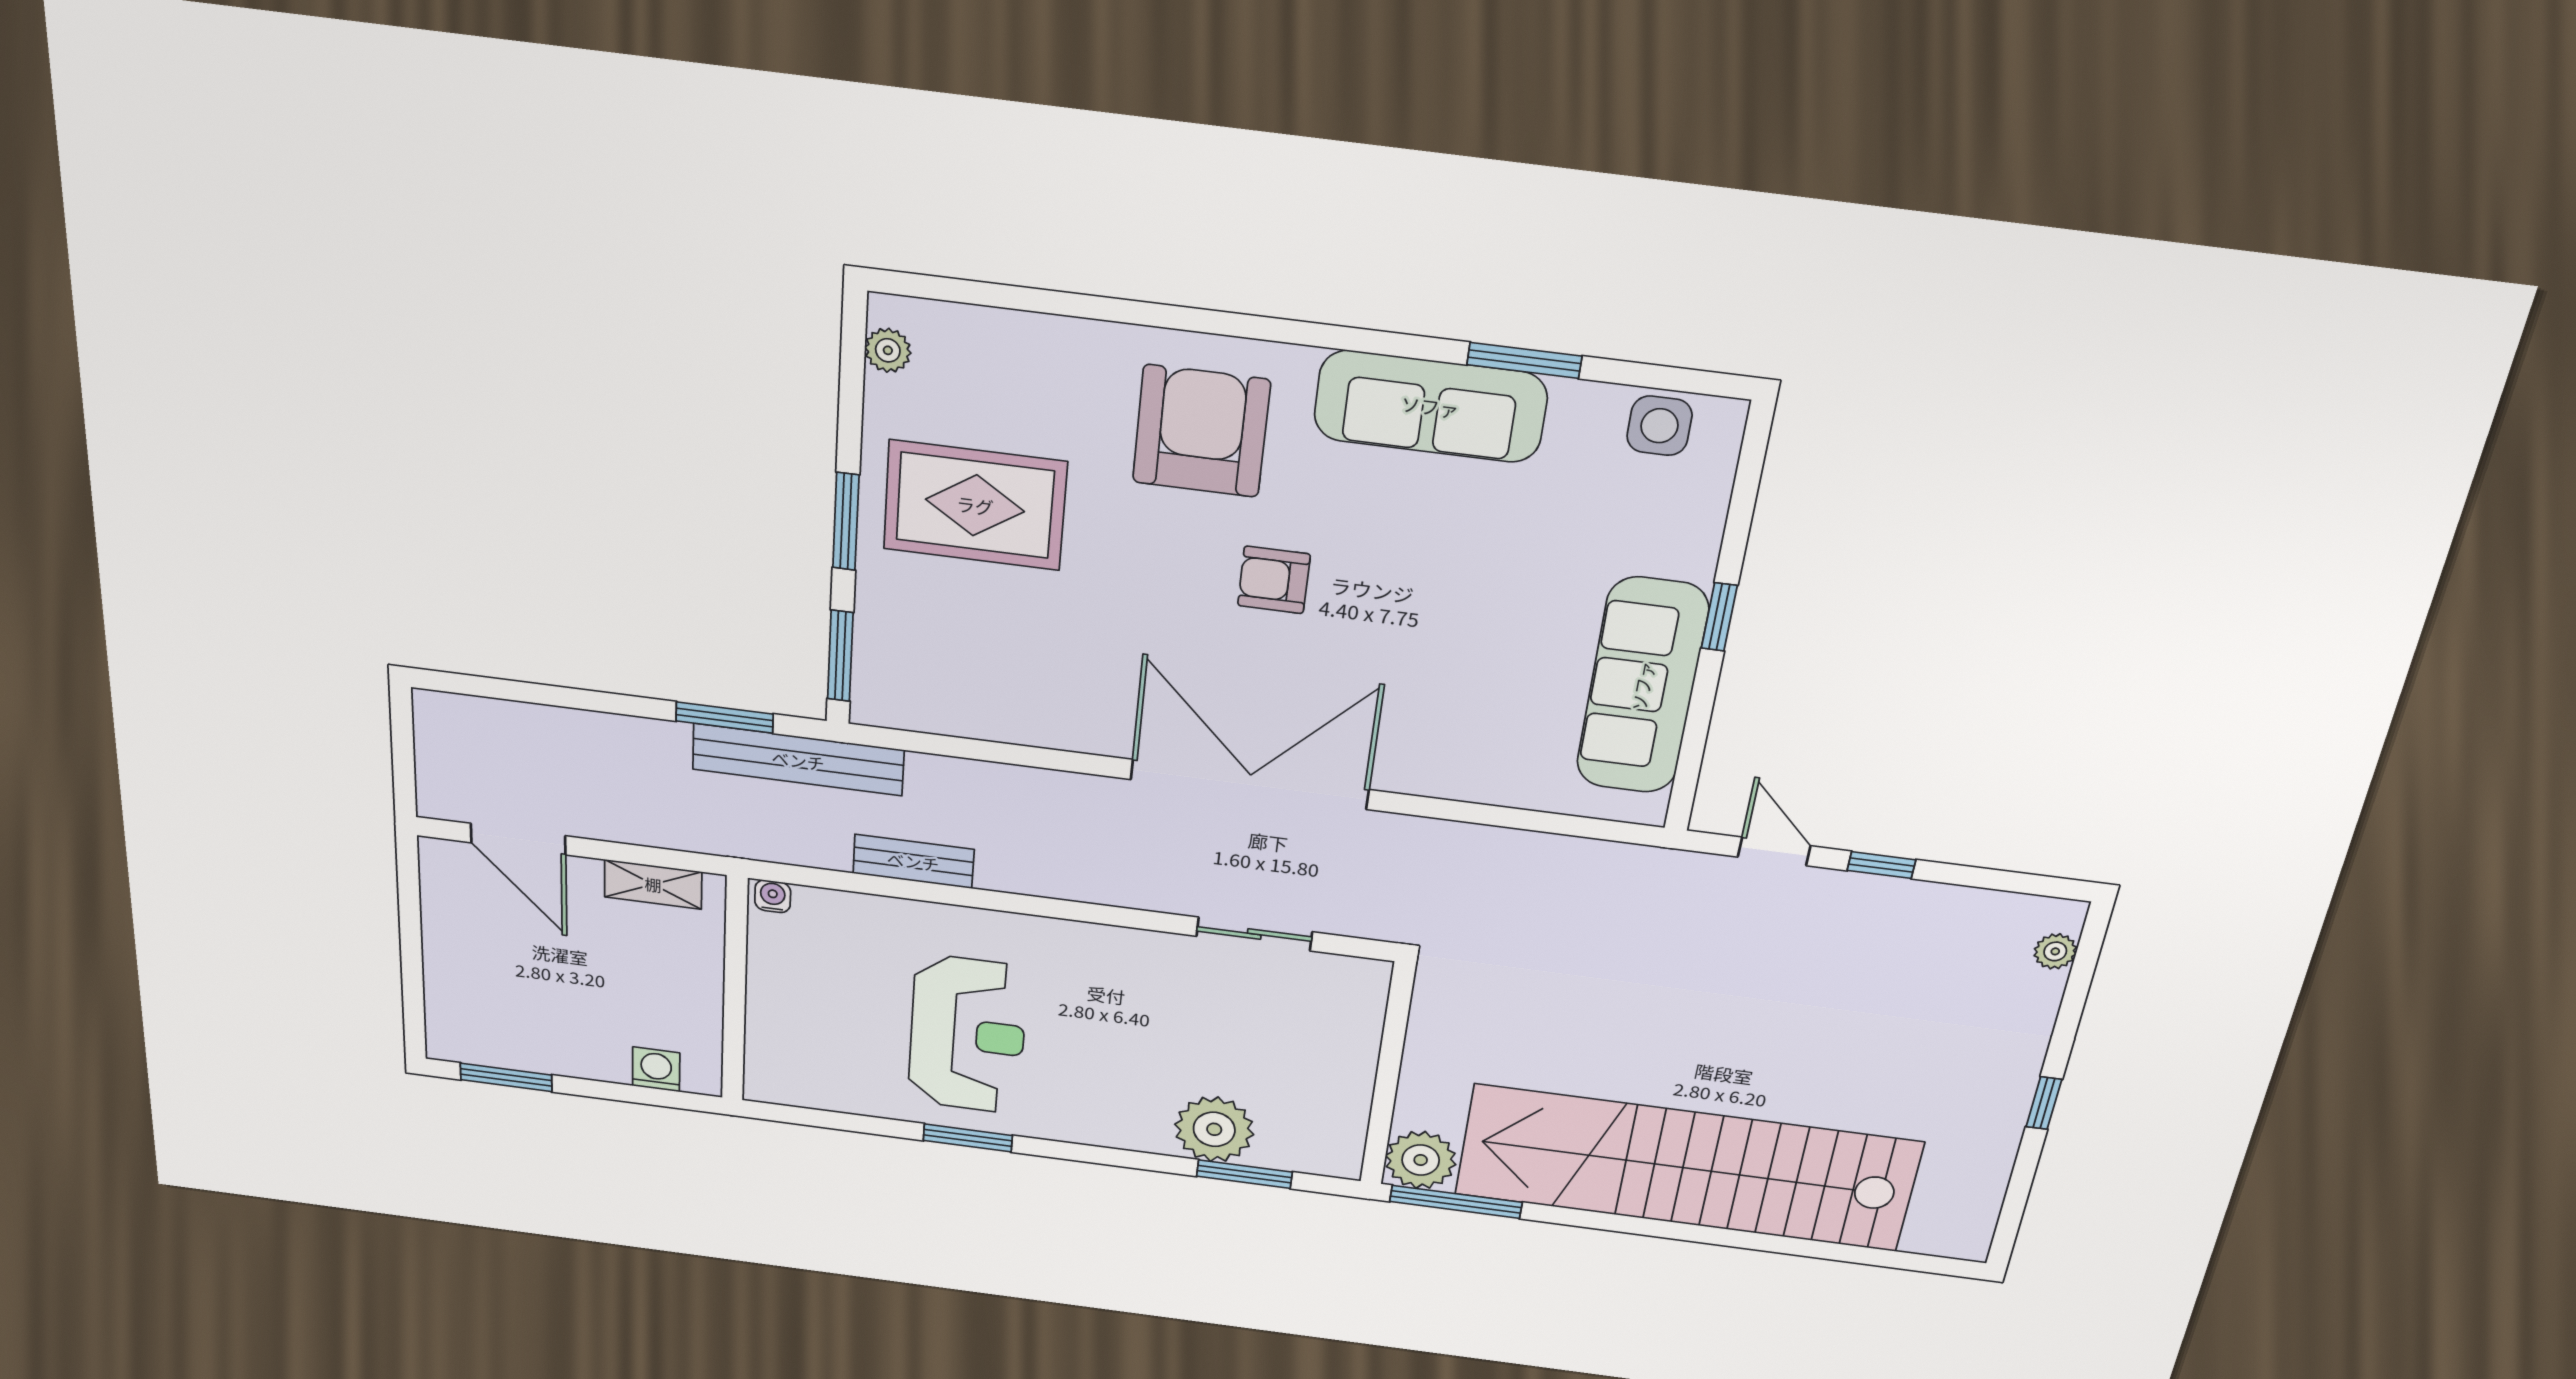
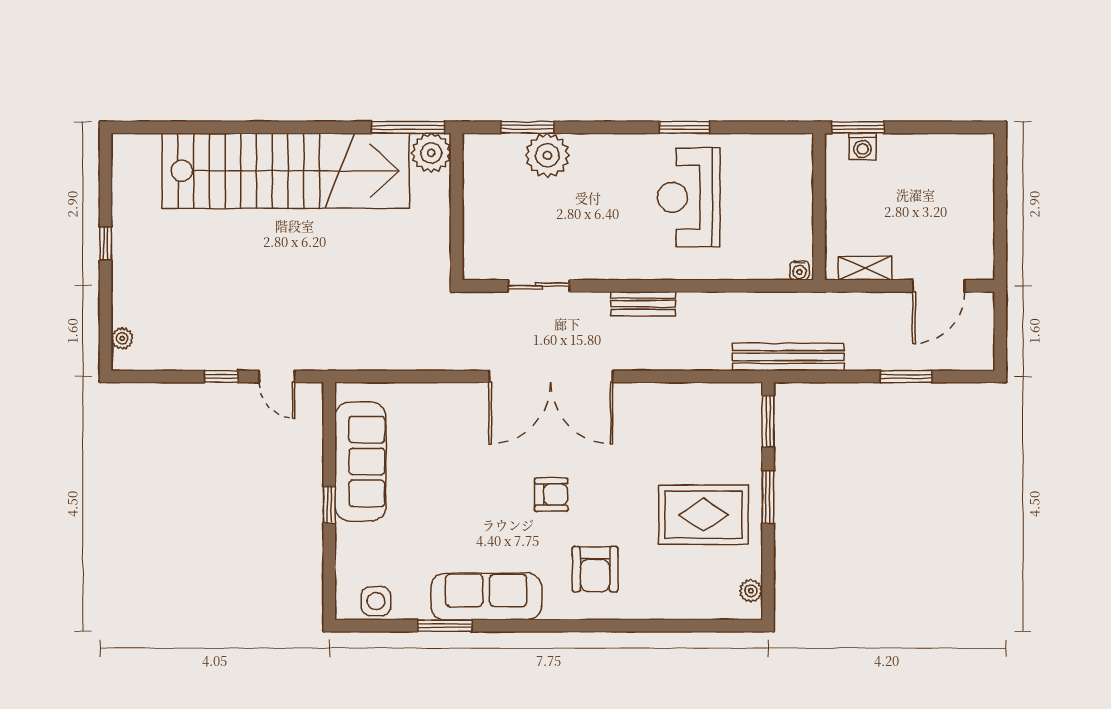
armchair: (1201, 431) -> (595, 569), width x0.73, depth x0.73
window: (725, 718) -> (906, 376), moved
door: (518, 839) -> (939, 286), swing flipped
bench: (913, 861) -> (643, 304), moved
window: (506, 1077) -> (858, 127), moved

